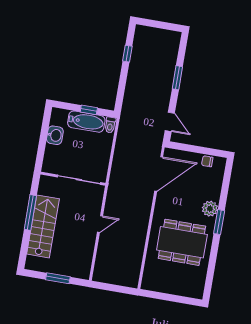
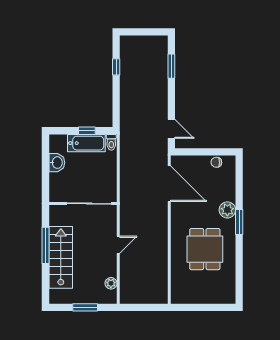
window: (177, 78) -> (171, 66), moved
door: (159, 174) -> (169, 184), hinge flipped
dining table: (182, 242) -> (205, 249), width x0.73
plant: (87, 260) -> (111, 283), added

